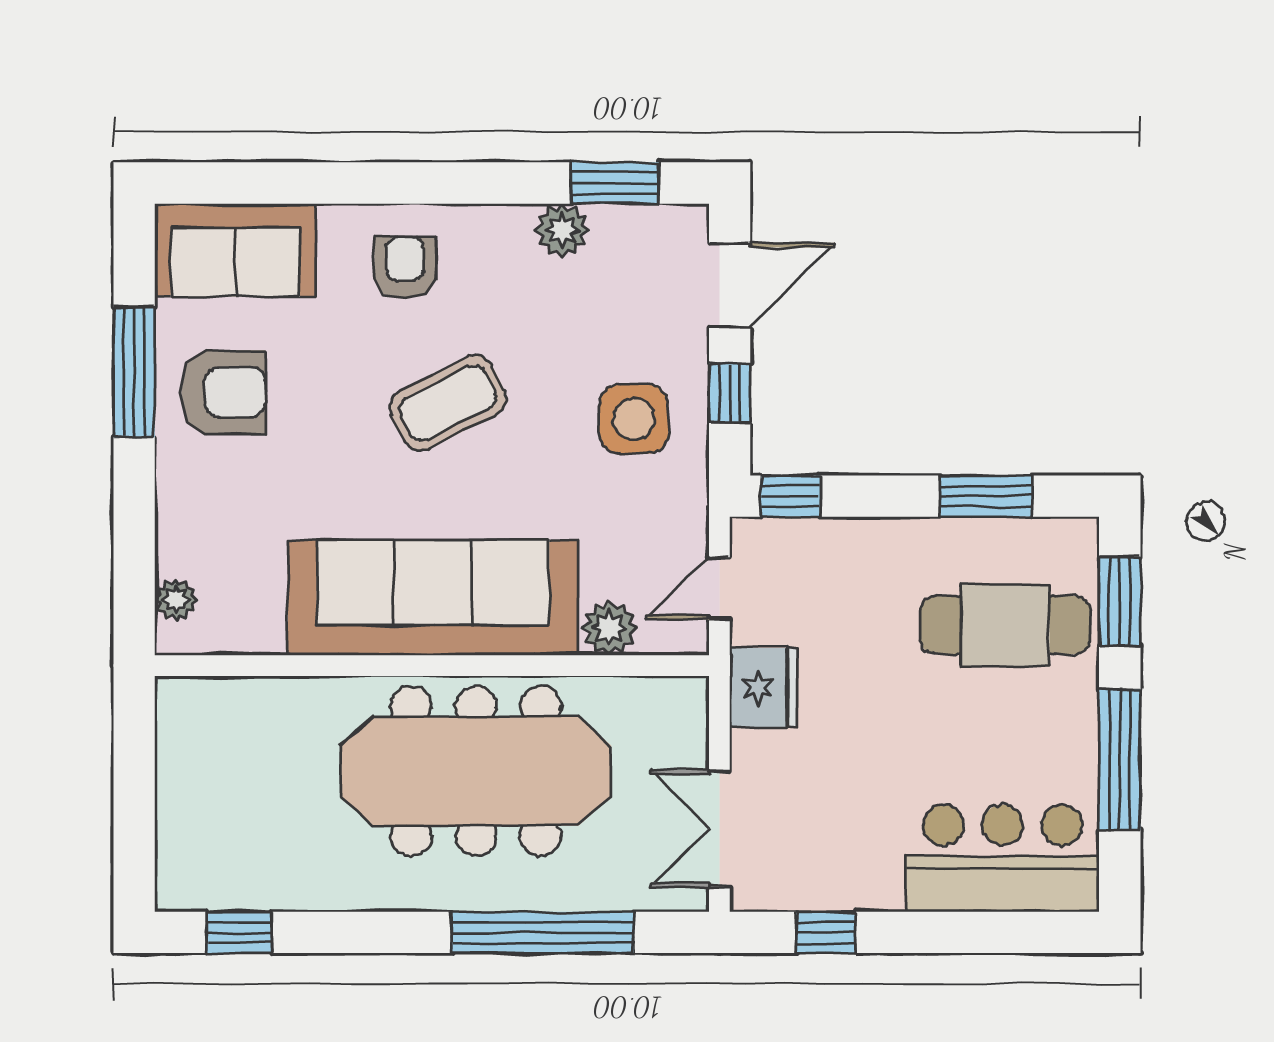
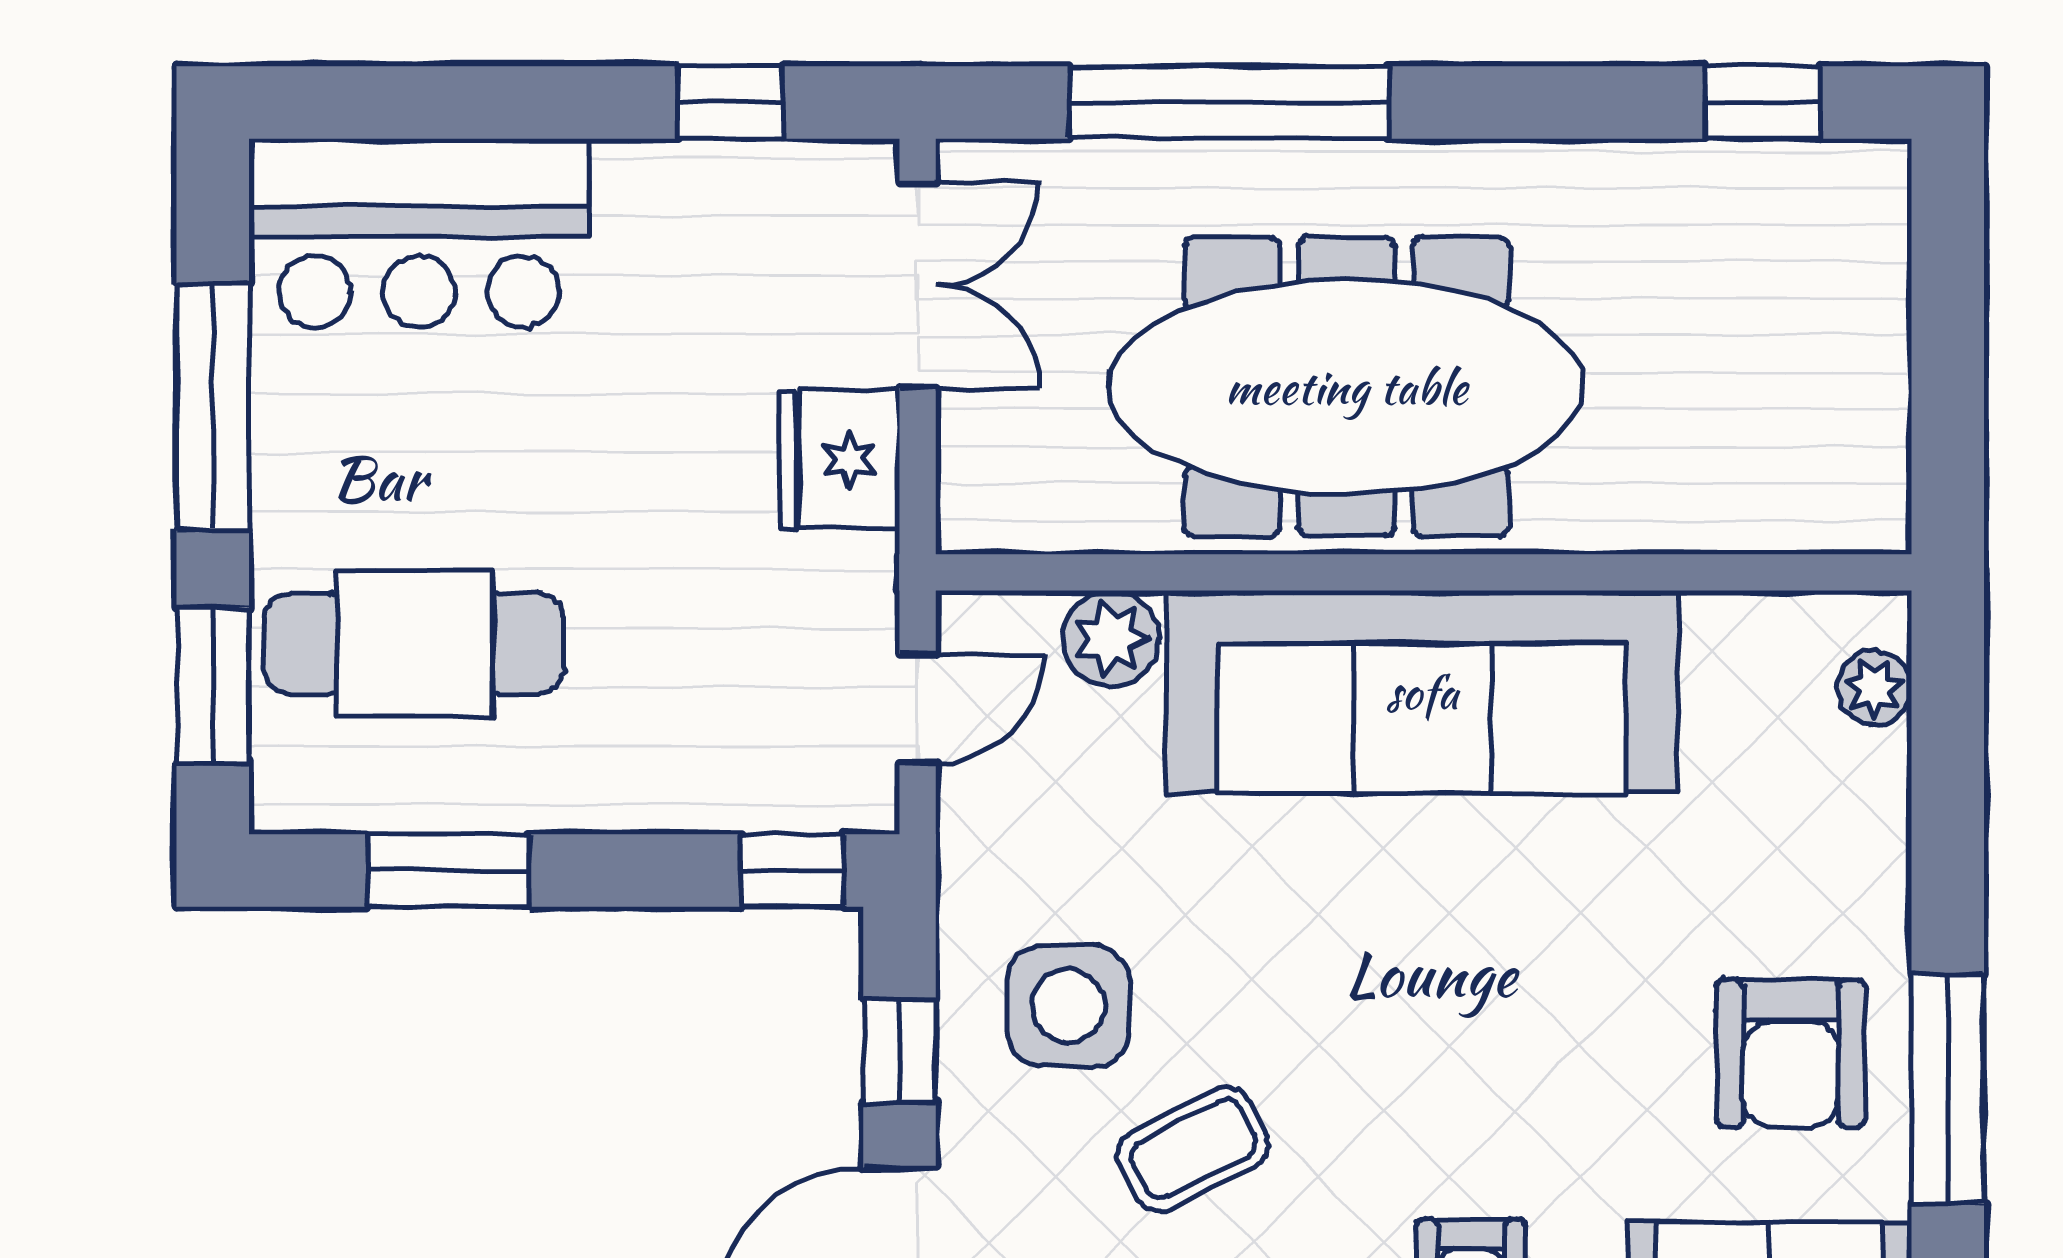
armchair: (223, 392) -> (1791, 1053), turned -90
coffee table: (448, 403) -> (1193, 1149), moved, width x0.73, depth x0.77
fridge: (764, 688) -> (840, 459), moved

